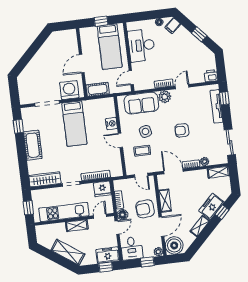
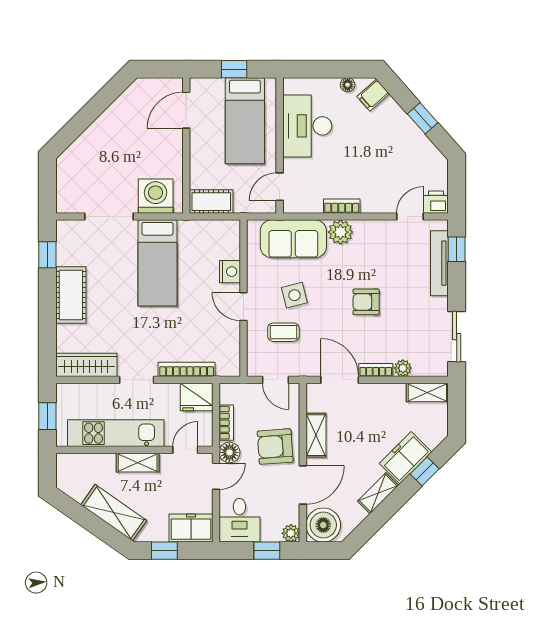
door: (82, 64) -> (186, 110), moved
door: (182, 87) -> (410, 217), moved
window: (106, 267) -> (164, 551), moved

